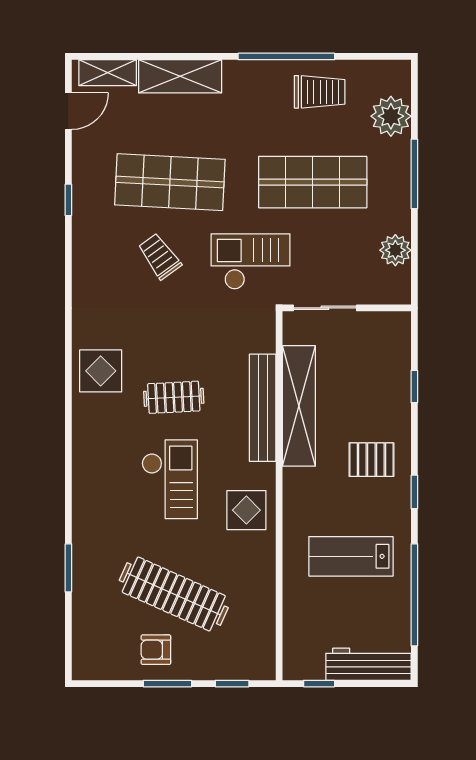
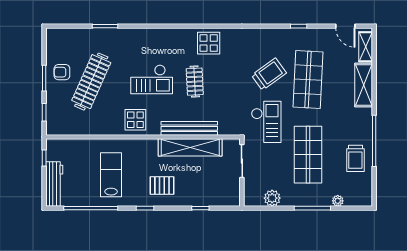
plant: (391, 116) -> (338, 201), width x0.53, depth x0.53
trolley: (160, 256) -> (269, 74), width x1.36, depth x1.39
pallet: (371, 460) -> (162, 186), turned 90
armchair: (156, 650) -> (62, 72), turned -90

